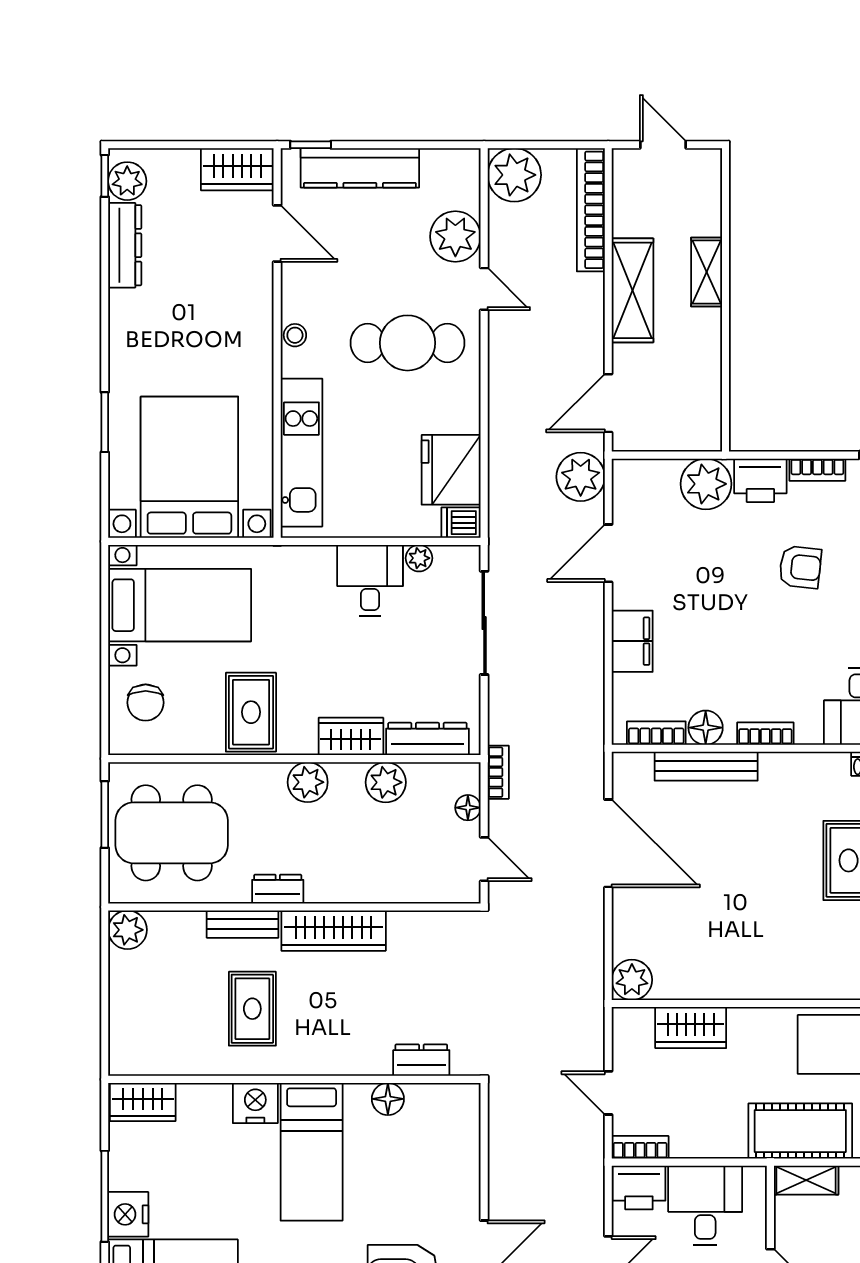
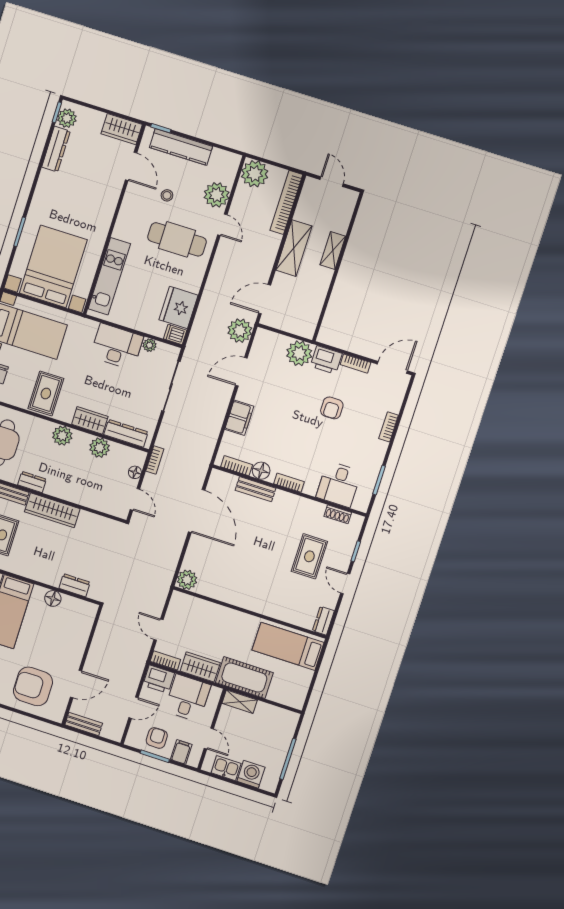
stool: (295, 335) -> (167, 195), moved
armchair: (800, 567) -> (332, 408), turned 84
desk: (370, 580) -> (117, 347), width x1.37
bench: (706, 766) -> (255, 489), width x0.73
wardrobe: (691, 1028) -> (200, 667), moved, turned 180

